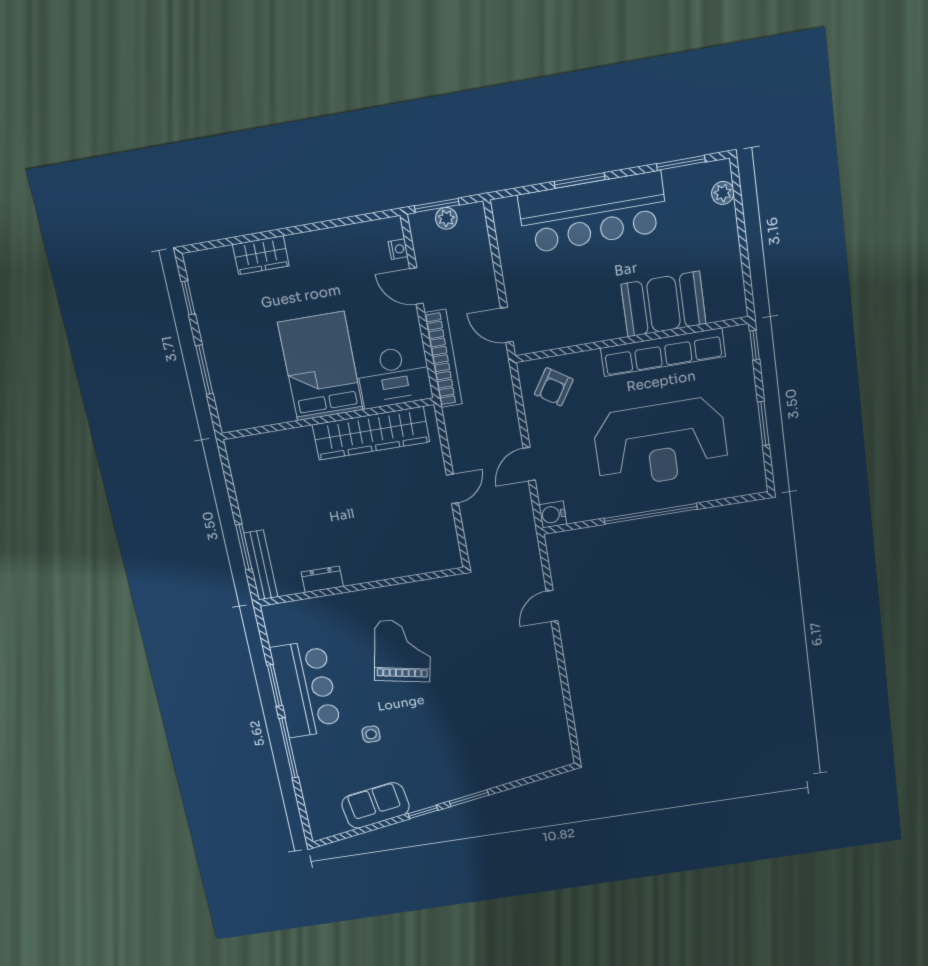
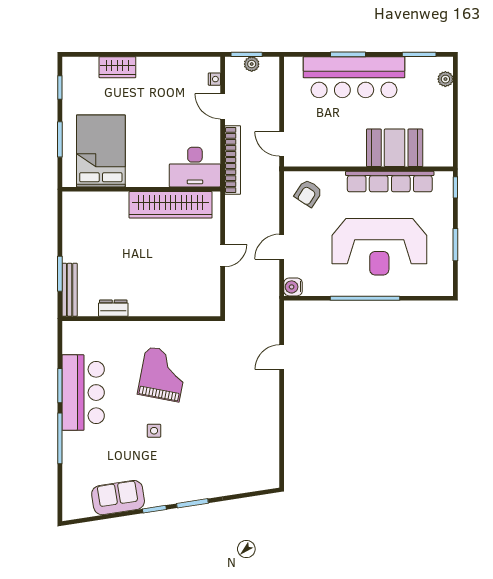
bed: (321, 366) -> (101, 151), moved
side table: (371, 734) -> (154, 431), moved

